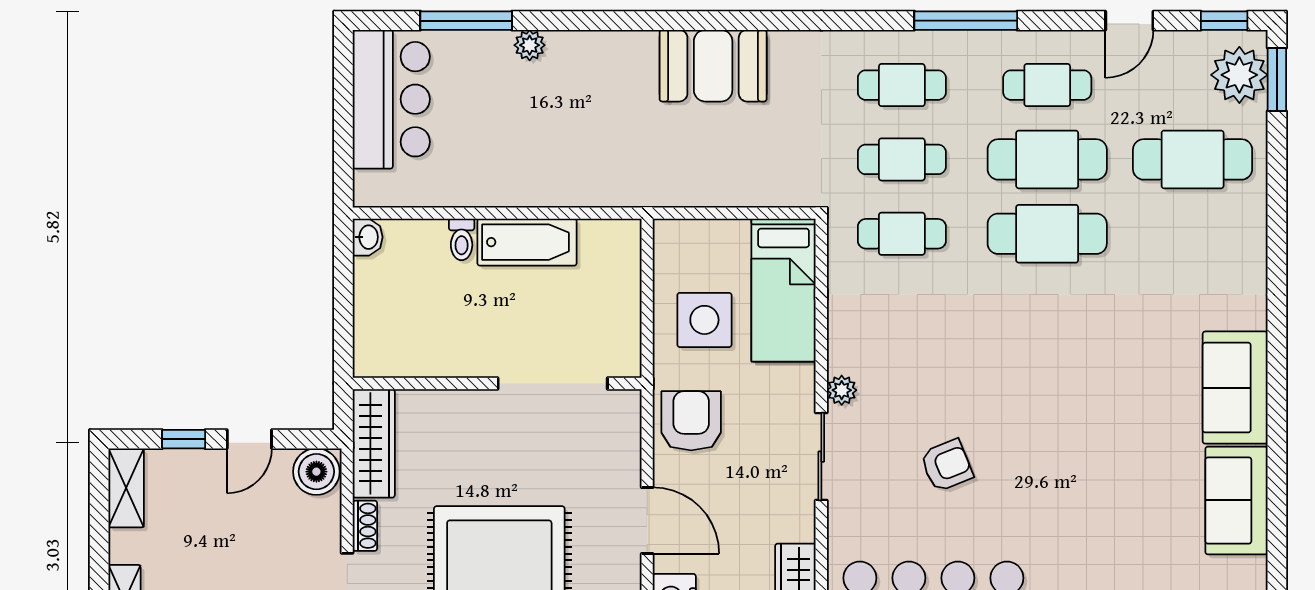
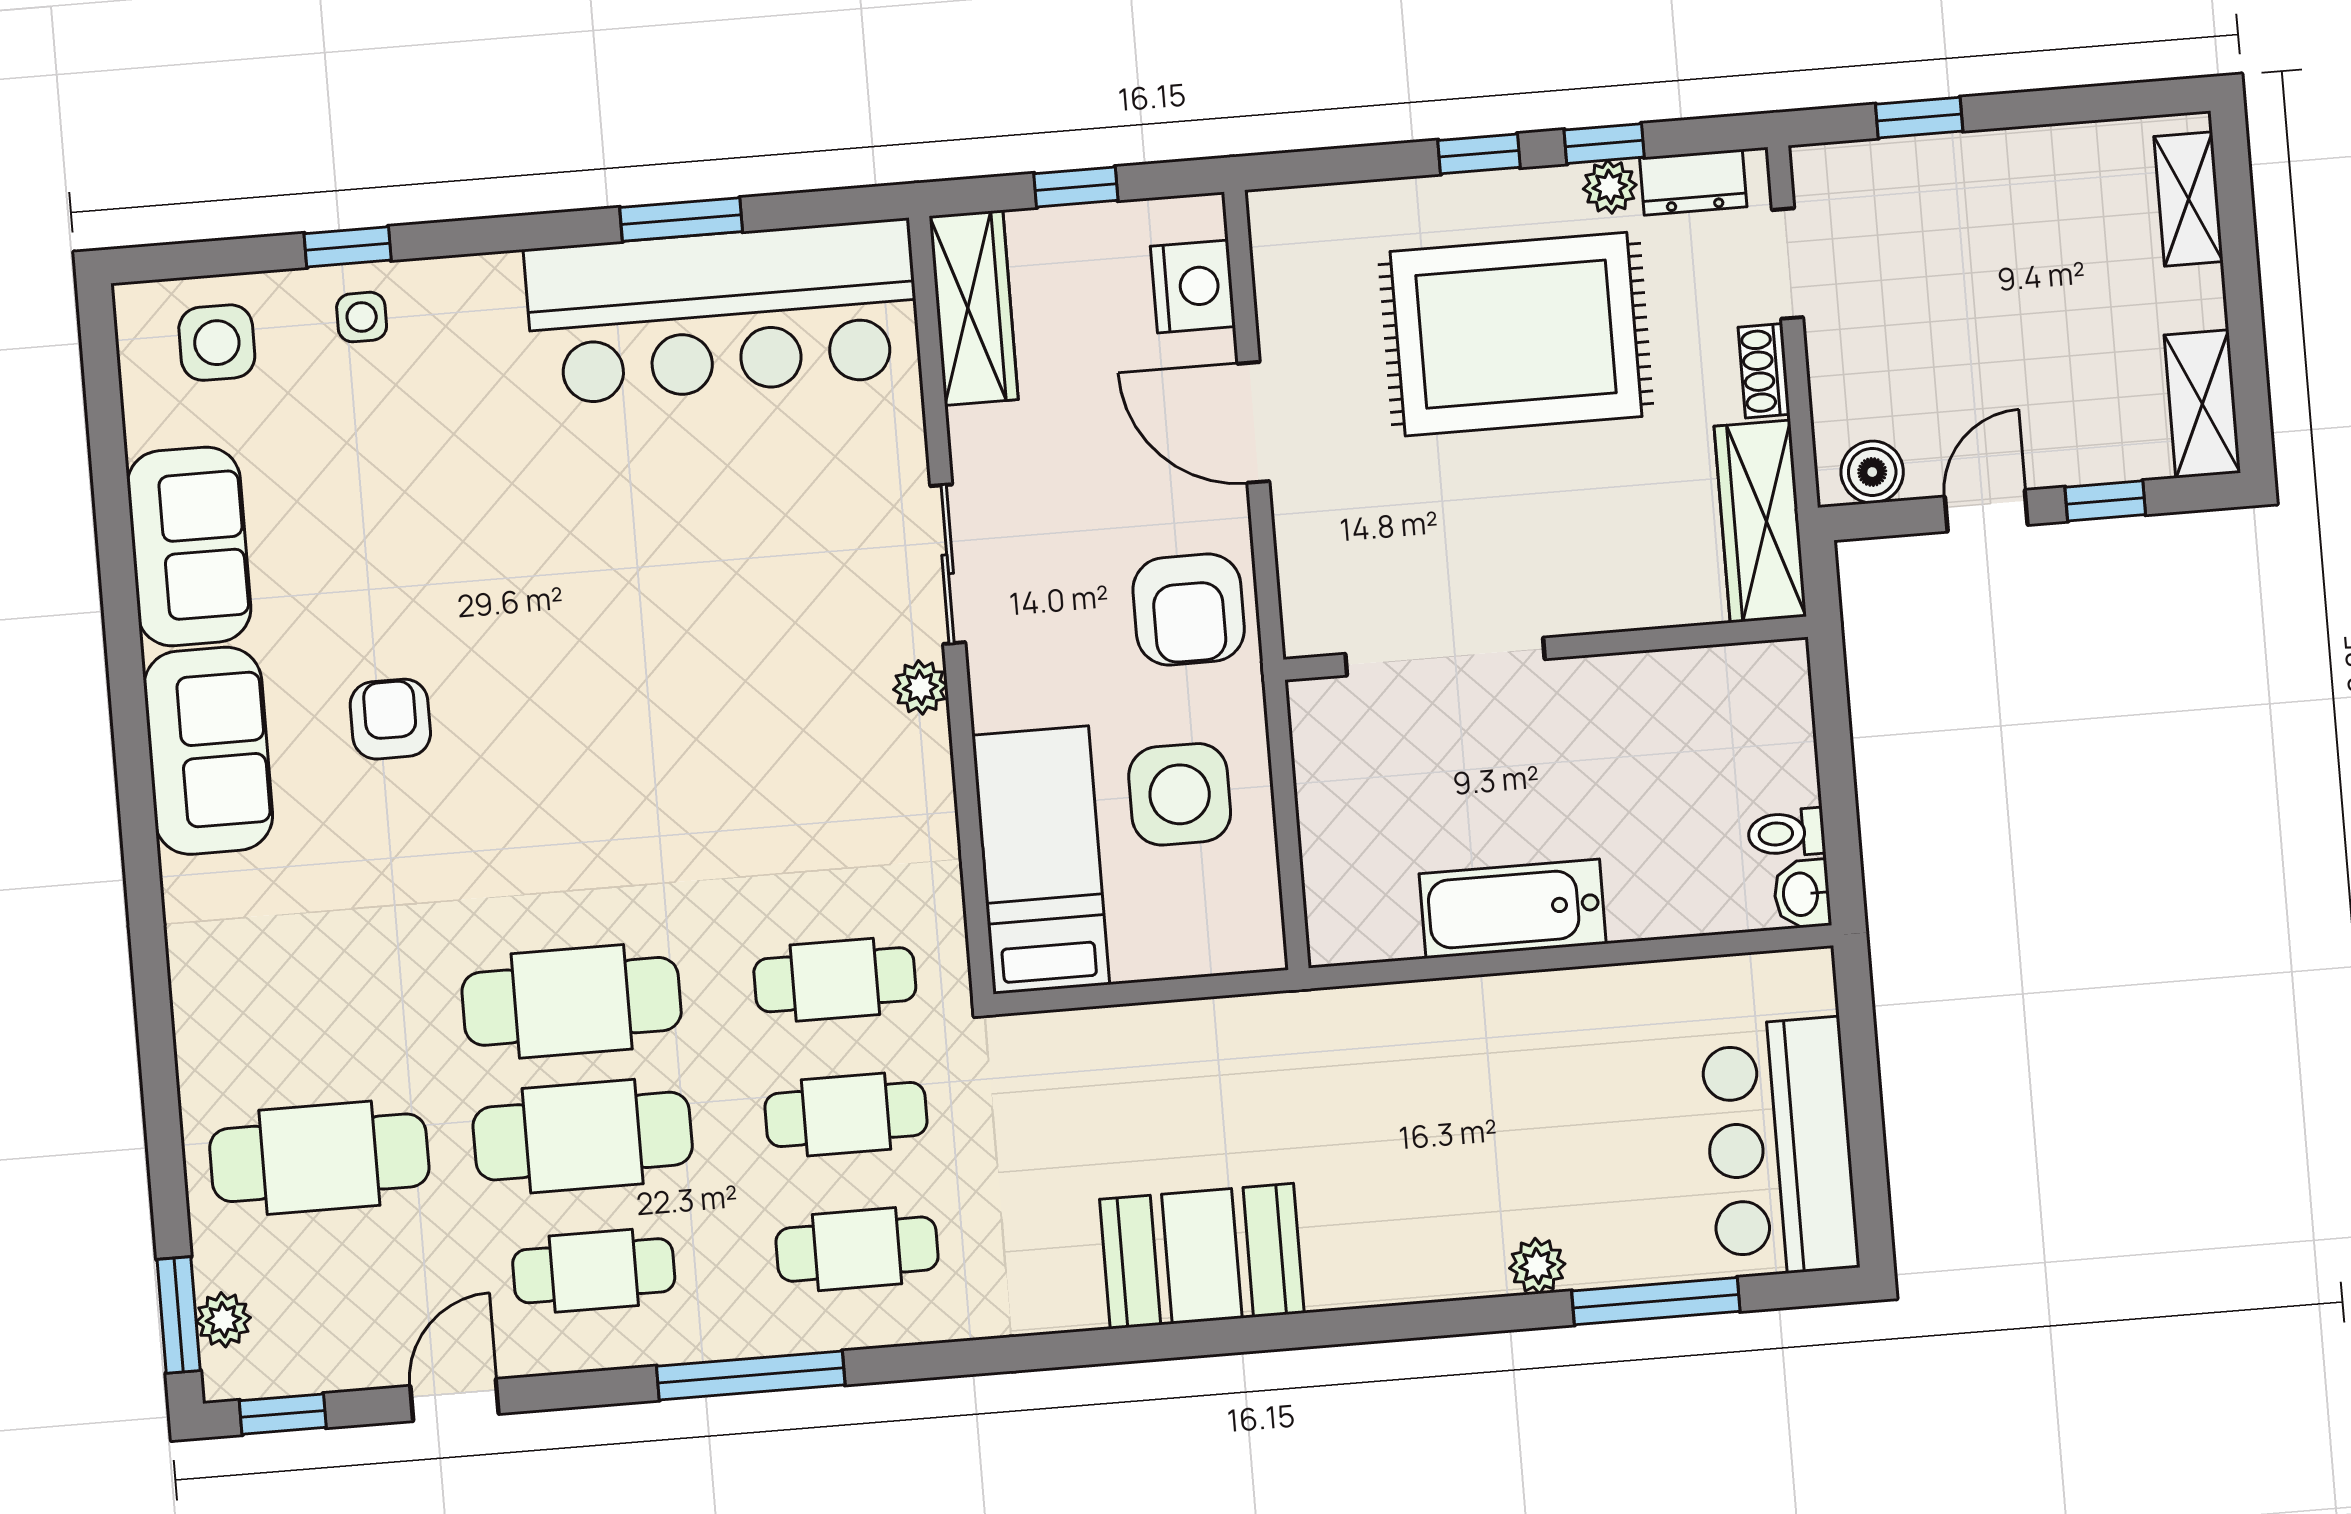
plant: (1239, 75) -> (223, 1320), width x0.53, depth x0.53
toilet: (462, 239) -> (1786, 833), moved, turned -90
armchair: (947, 465) -> (390, 719), moved, turned 112
boiler: (316, 472) -> (1872, 472), width x0.73, depth x0.73

